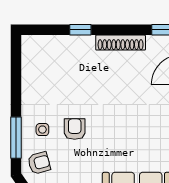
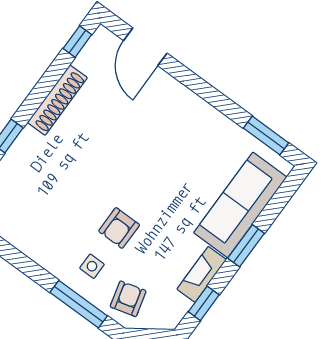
armchair: (75, 129) -> (119, 228), turned -90

